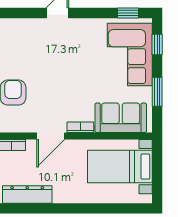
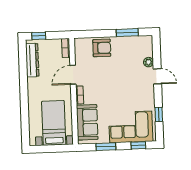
window: (128, 13) -> (159, 114), moved
plant: (36, 25) -> (149, 62), added
door: (51, 136) -> (73, 75), hinge flipped

